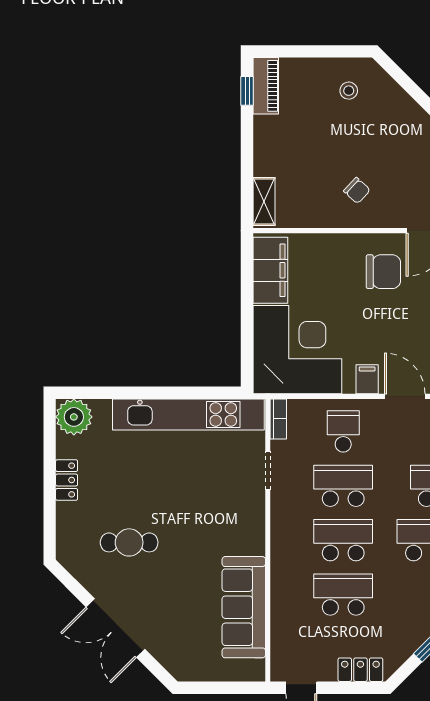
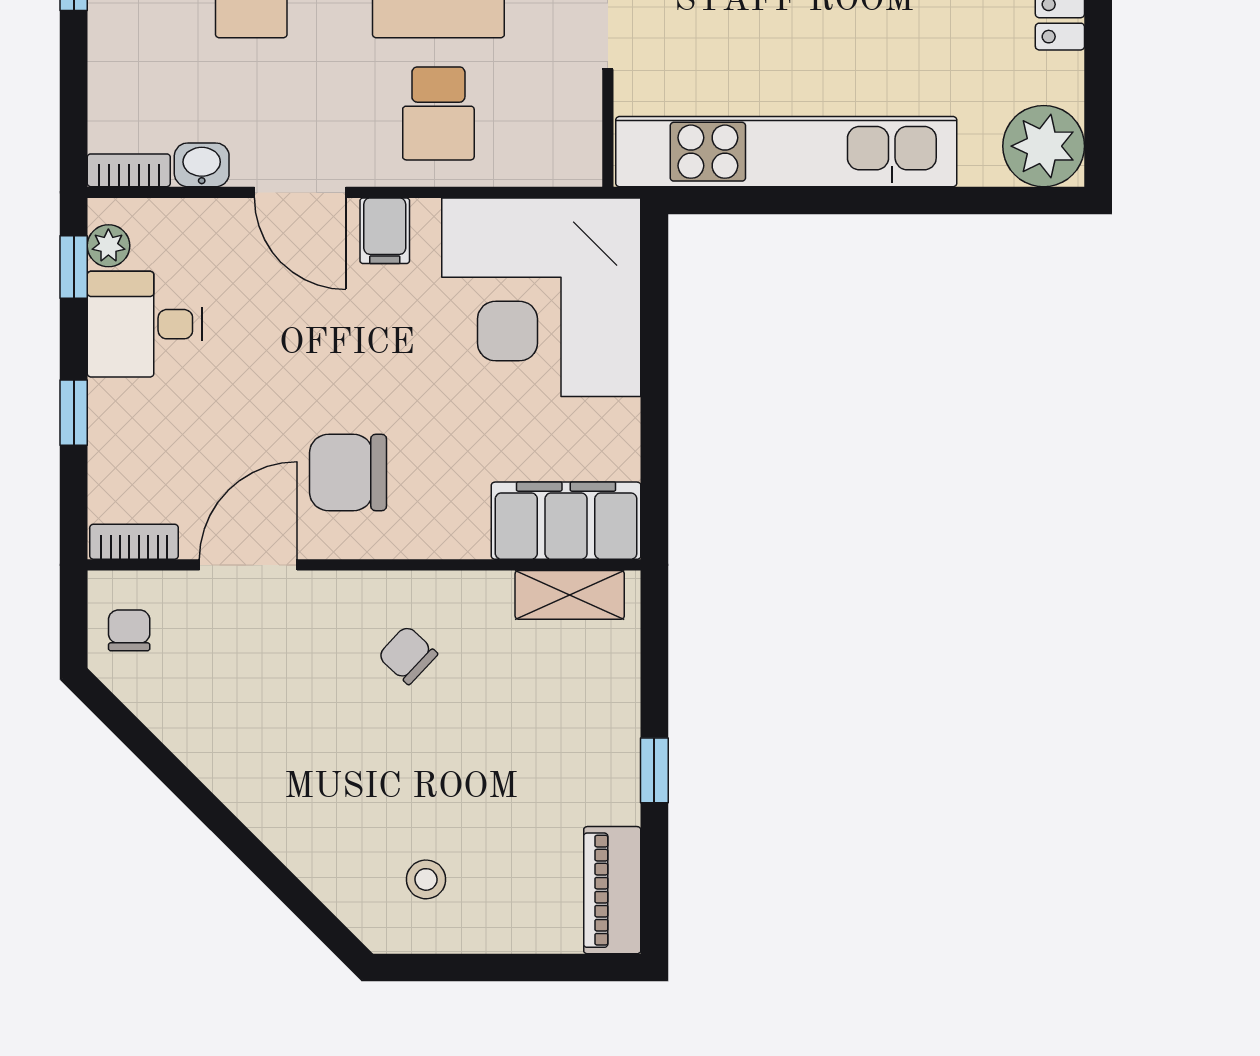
window: (247, 91) -> (654, 770), moved
shelving: (264, 201) -> (570, 595), moved, turned 90
filing cabinet: (270, 270) -> (566, 521), moved, turned 90
bookcase: (278, 419) -> (584, 142), removed

